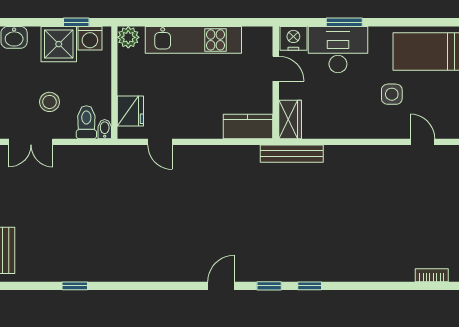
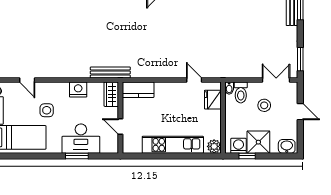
nightstand: (293, 38) -> (78, 90), moved, turned 180

